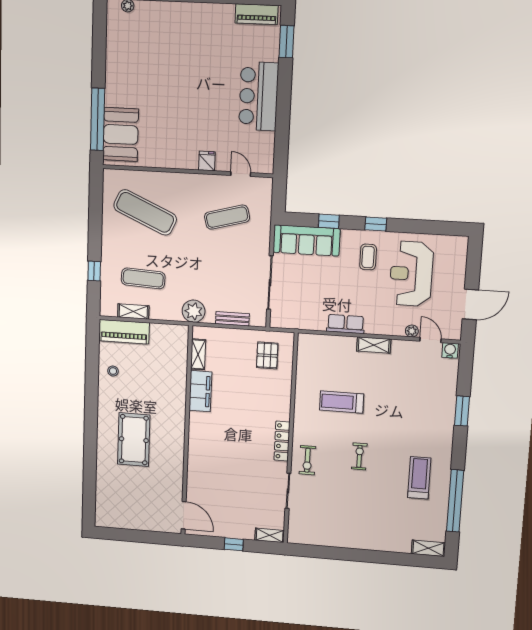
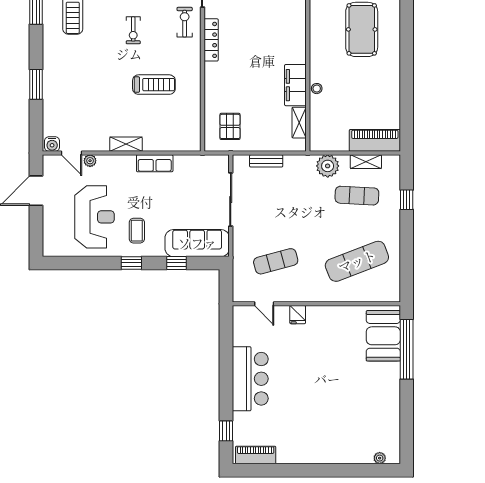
window: (286, 42) -> (226, 431), width x0.67
exercise mat: (145, 212) -> (357, 261), turned -45
plant: (194, 311) -> (328, 166), moved
stool: (113, 371) -> (317, 89), moved

